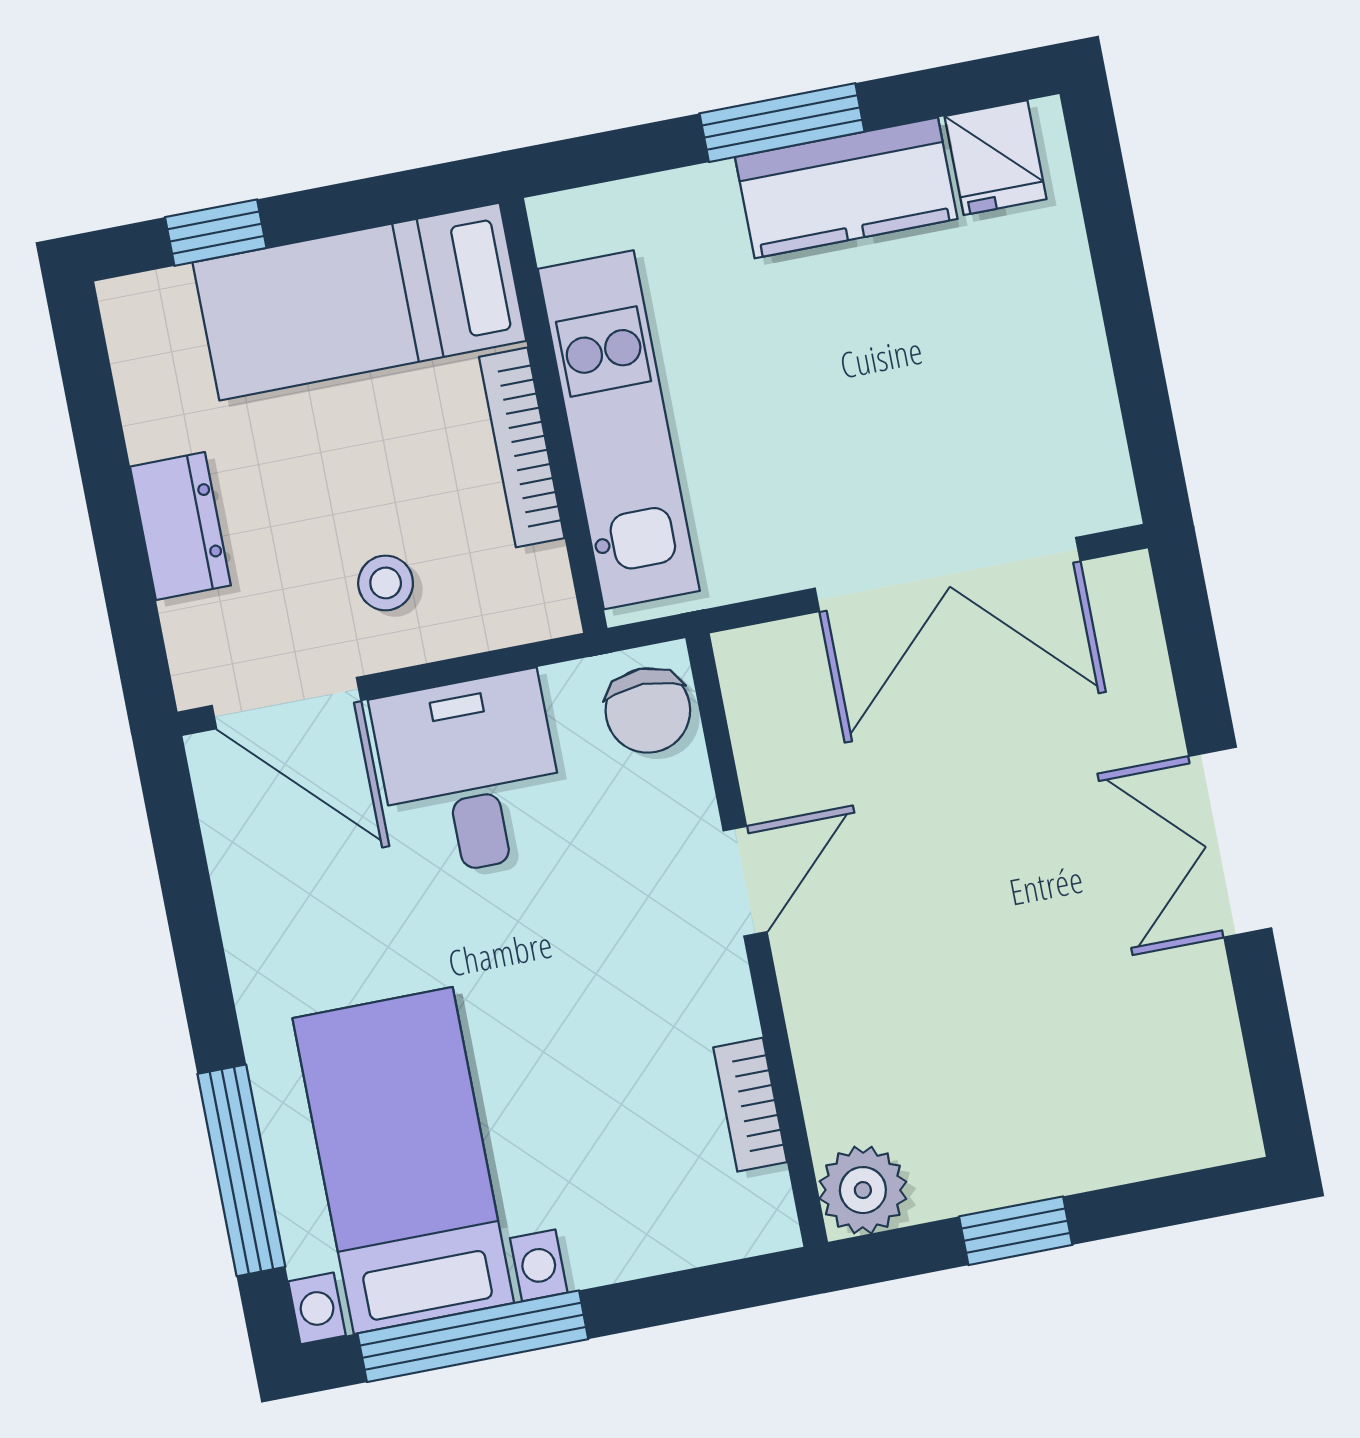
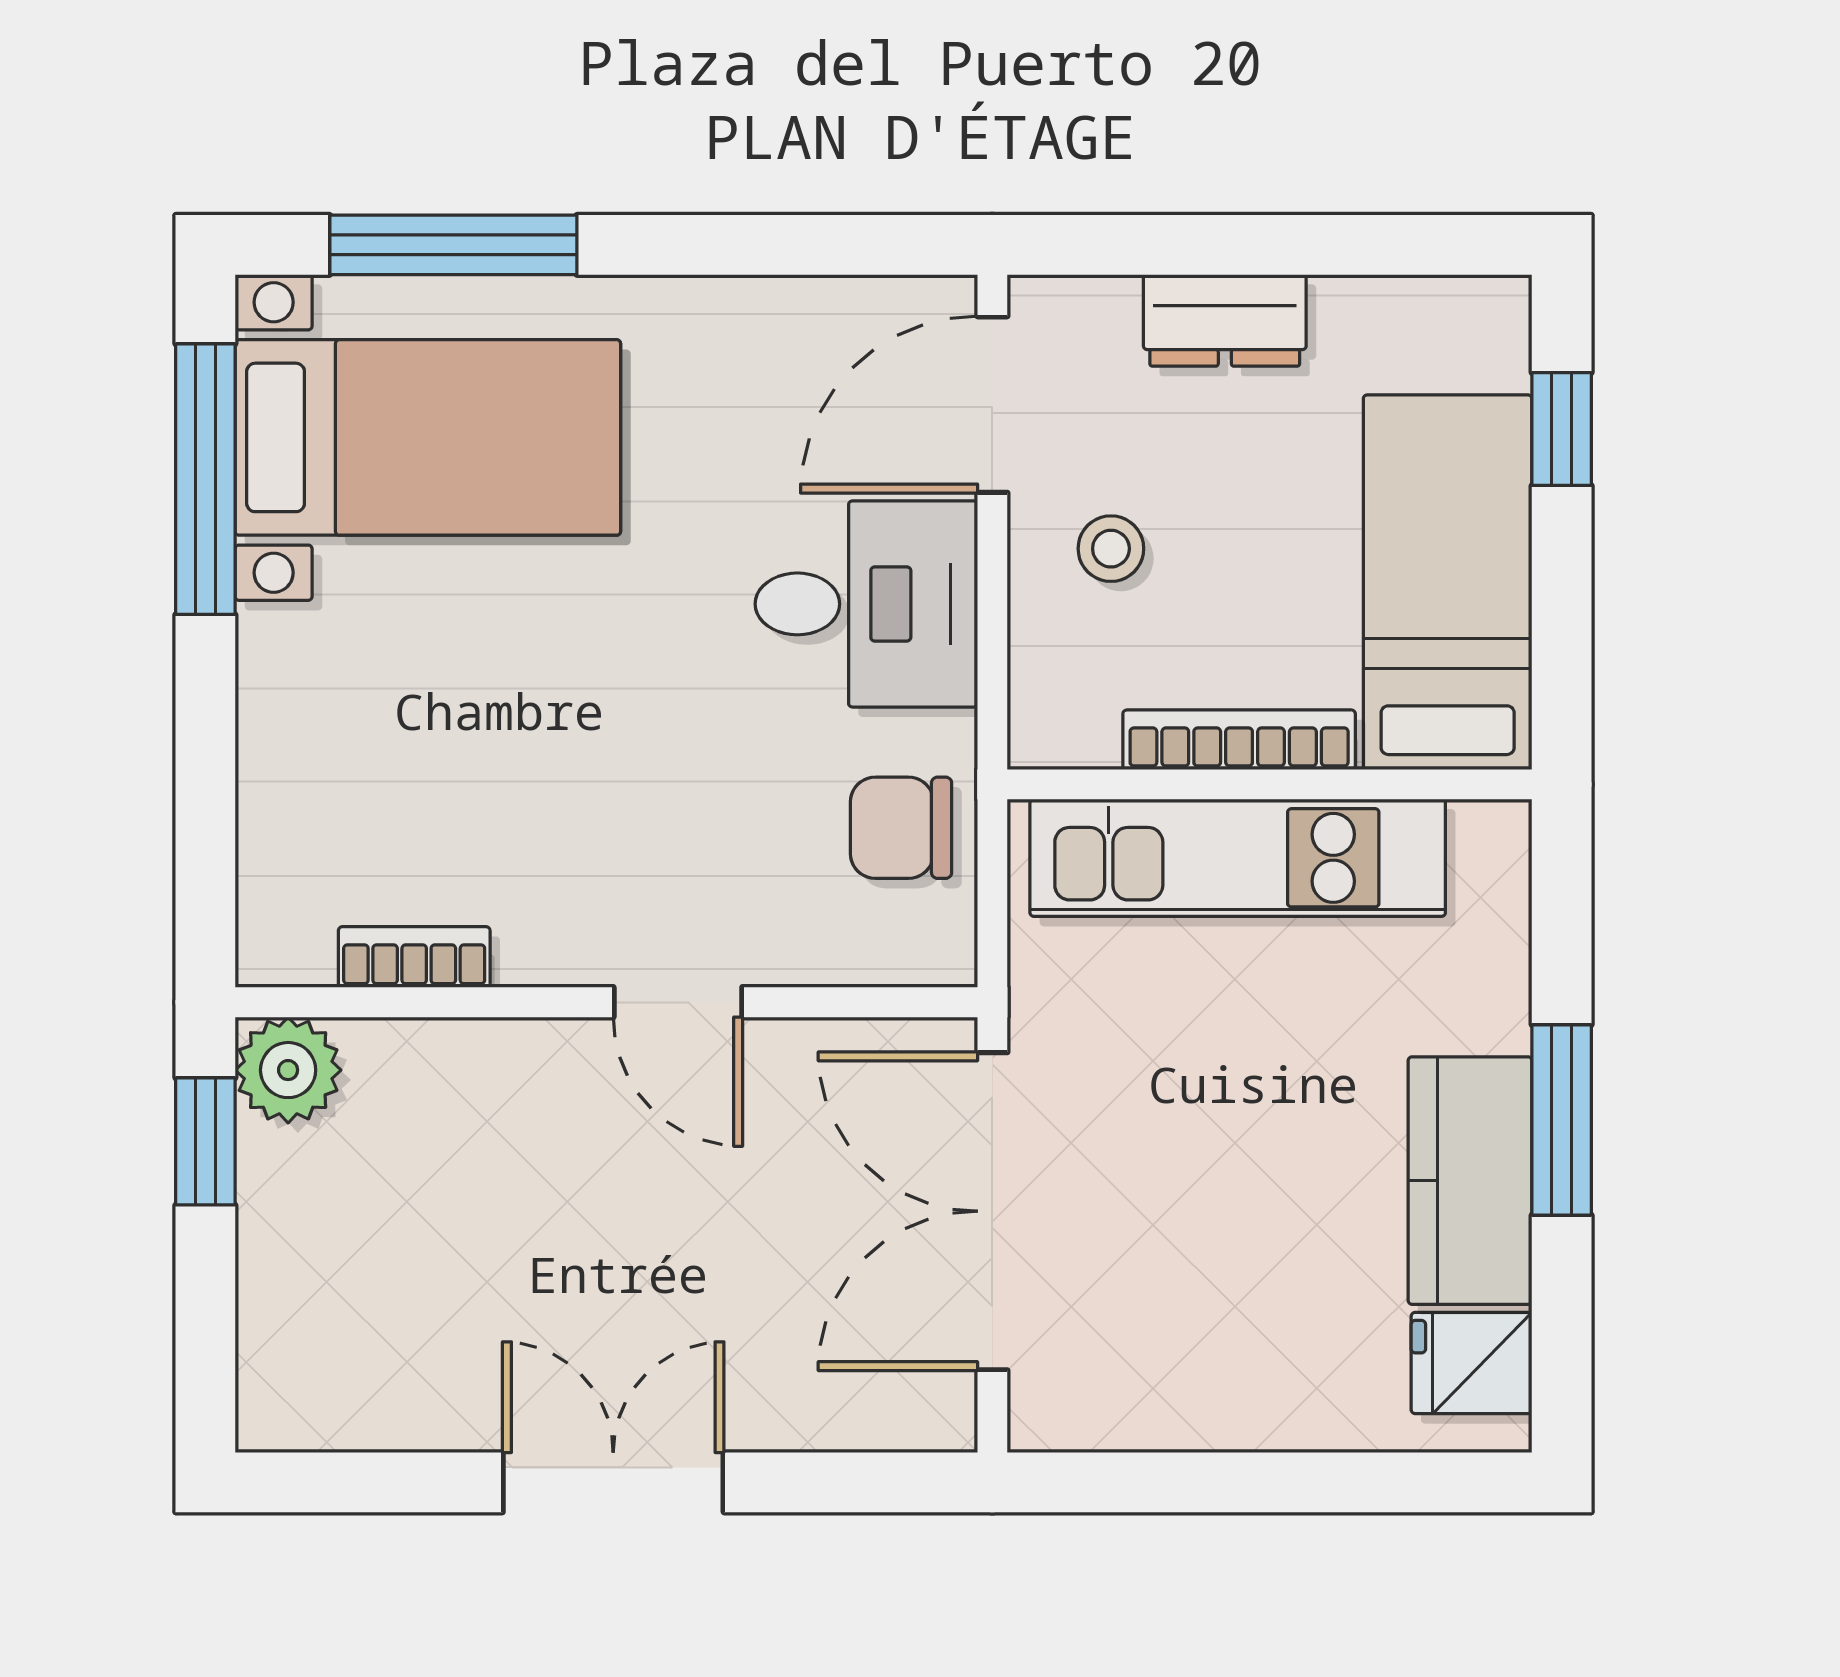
door: (745, 881) -> (678, 1002), moved
wall: (757, 940) -> (606, 1002), moved
bookcase: (750, 1105) -> (414, 957), moved
plant: (863, 1190) -> (288, 1070), moved

